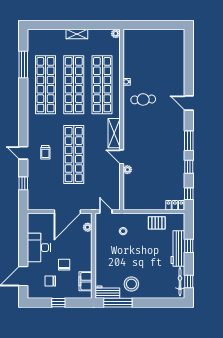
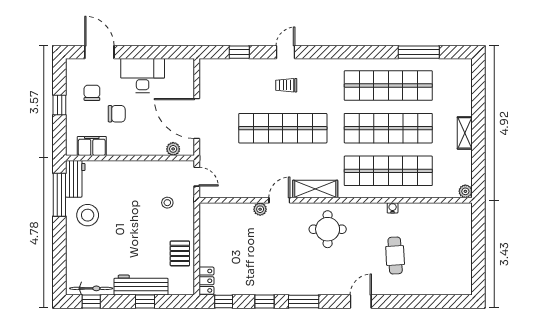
cafe table: (143, 99) -> (395, 256), moved
round table: (141, 125) -> (328, 229), added
door: (106, 212) -> (197, 177), hinge flipped

